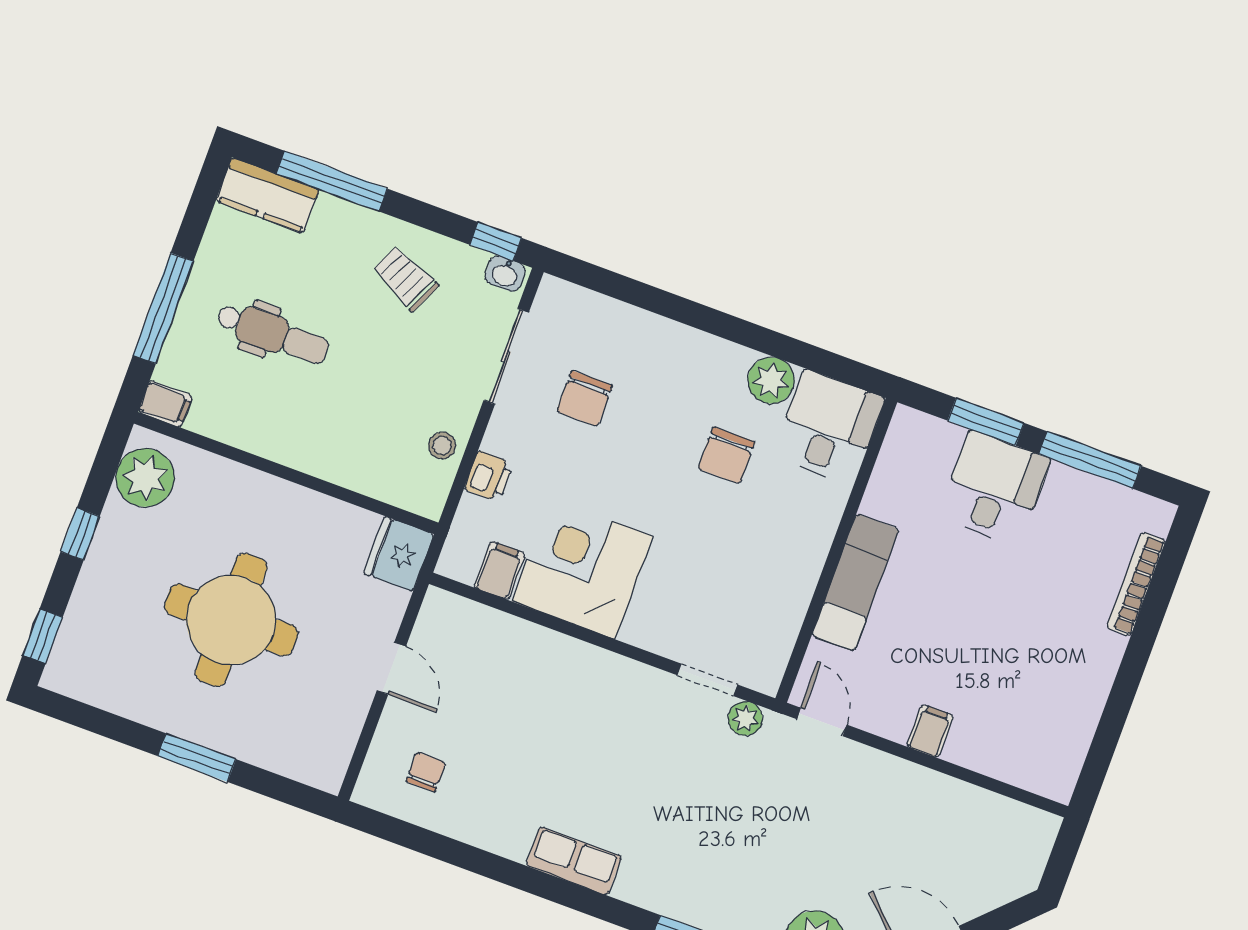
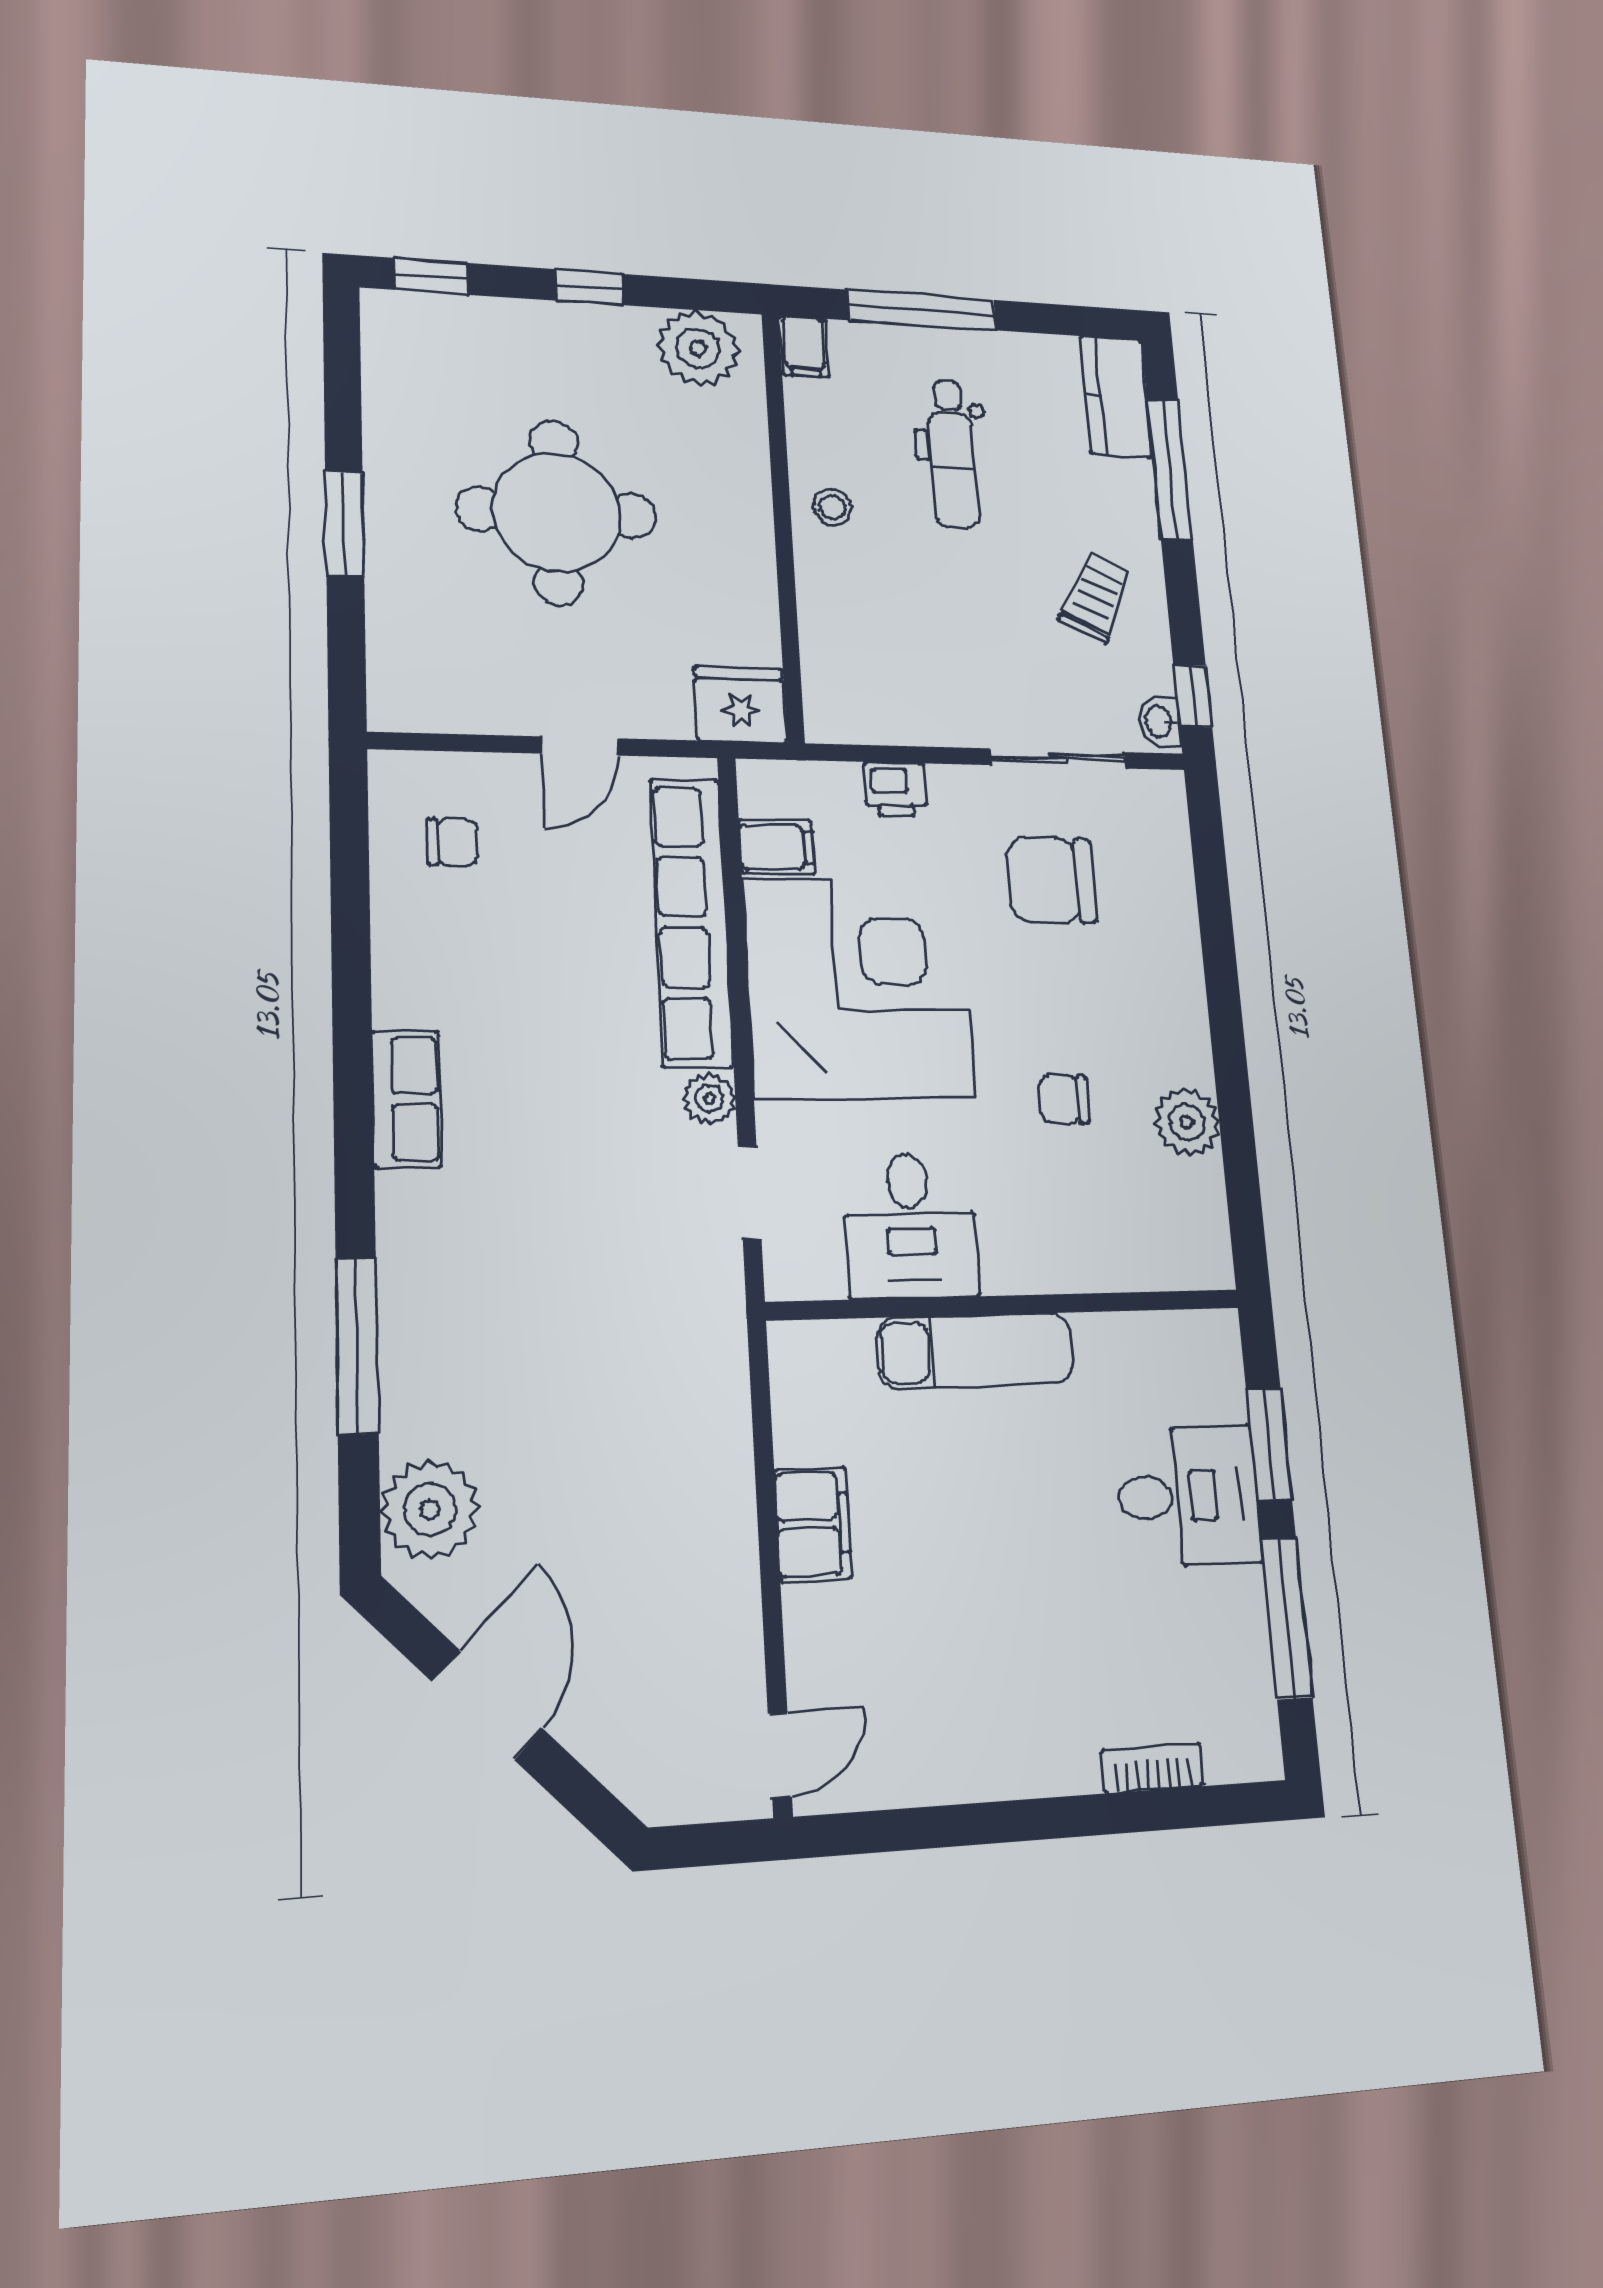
chair: (585, 398) -> (1051, 880), width x1.37, depth x1.37
desk: (829, 427) -> (910, 1225), moved, turned 90
stool: (442, 446) -> (832, 507), moved
chair: (726, 455) -> (1064, 1099), width x0.73, depth x0.73
corner desk: (582, 569) -> (859, 988), width x1.36, depth x1.36
bookcase: (1136, 584) -> (1152, 1768), width x0.64
row of seats: (528, 645) -> (691, 922), added
plant: (745, 719) -> (709, 1099), moved
door: (822, 722) -> (780, 1755), moved
filing cabinet: (930, 731) -> (813, 1524), width x2.00

